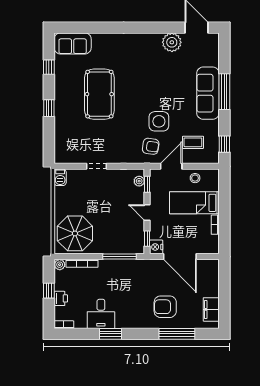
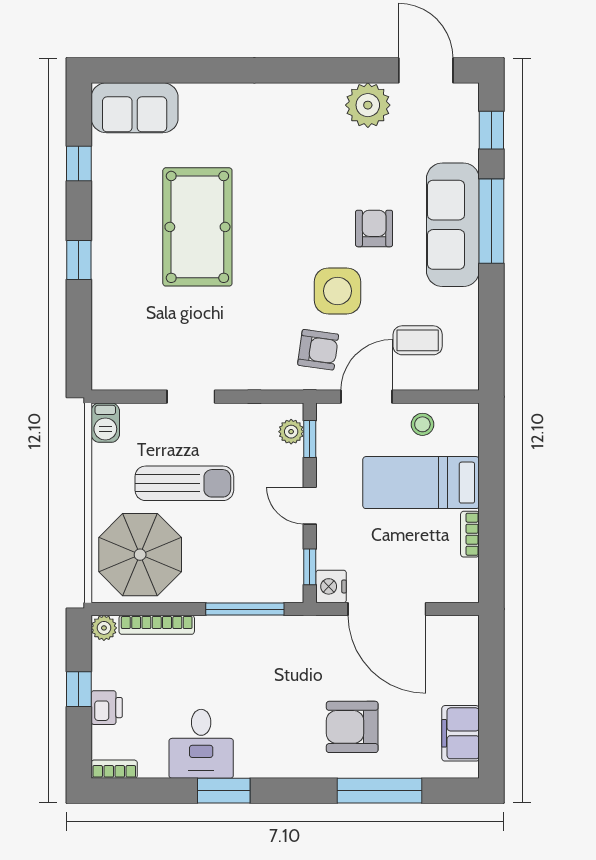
armchair: (174, 95) -> (374, 228), added
window: (224, 144) -> (491, 130), moved
sun lounger: (94, 203) -> (184, 483), added

